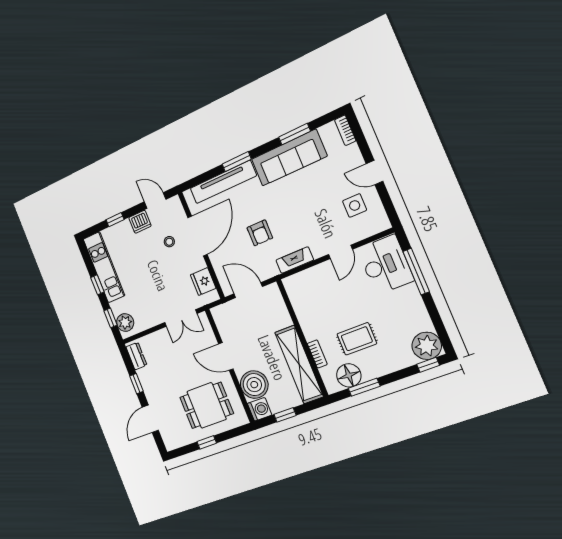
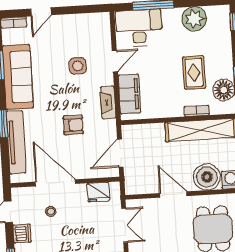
door: (374, 172) -> (41, 12), moved
side table: (355, 205) -> (78, 66), moved
door: (341, 252) -> (115, 61), hinge flipped
filing cabinet: (311, 279) -> (129, 94), added
plant: (427, 346) -> (194, 19), moved
door: (226, 356) -> (173, 195), swing flipped

